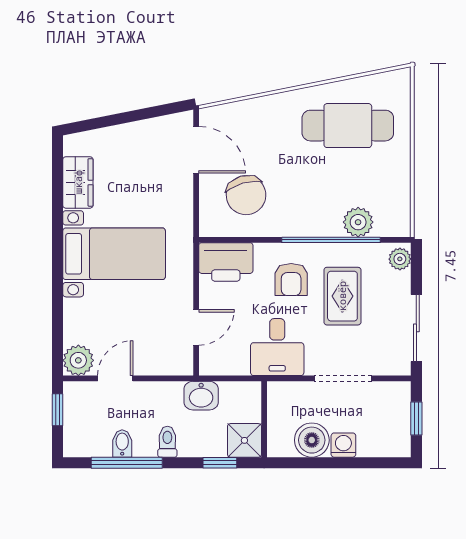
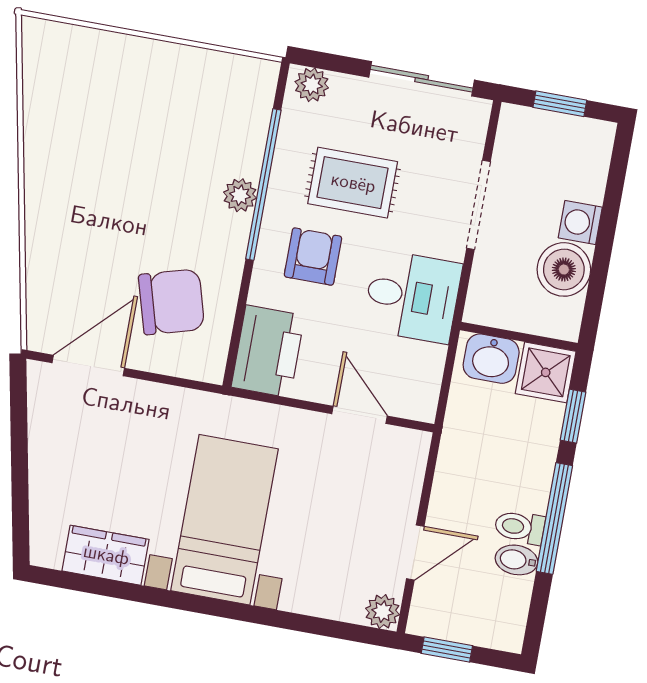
cafe table: (348, 126) -> (94, 127), removed
plant: (358, 222) -> (240, 195), moved, width x0.73, depth x0.73
armchair: (291, 280) -> (313, 257), turned -90
plant: (78, 360) -> (383, 612), width x0.73, depth x0.73
door: (115, 378) -> (415, 552), swing flipped
washbasin: (201, 396) -> (491, 359), moved, turned 90
toilet: (167, 442) -> (520, 527), moved
window: (127, 463) -> (554, 518), moved

